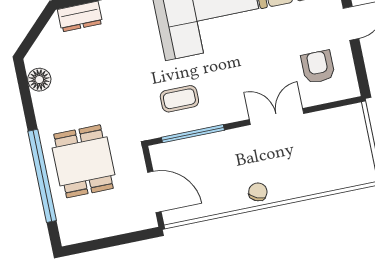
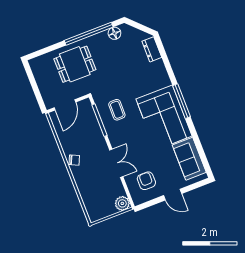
armchair: (318, 67) -> (146, 181), turned -90
plant: (352, 118) -> (122, 203), added
window: (42, 176) -> (89, 34), moved

